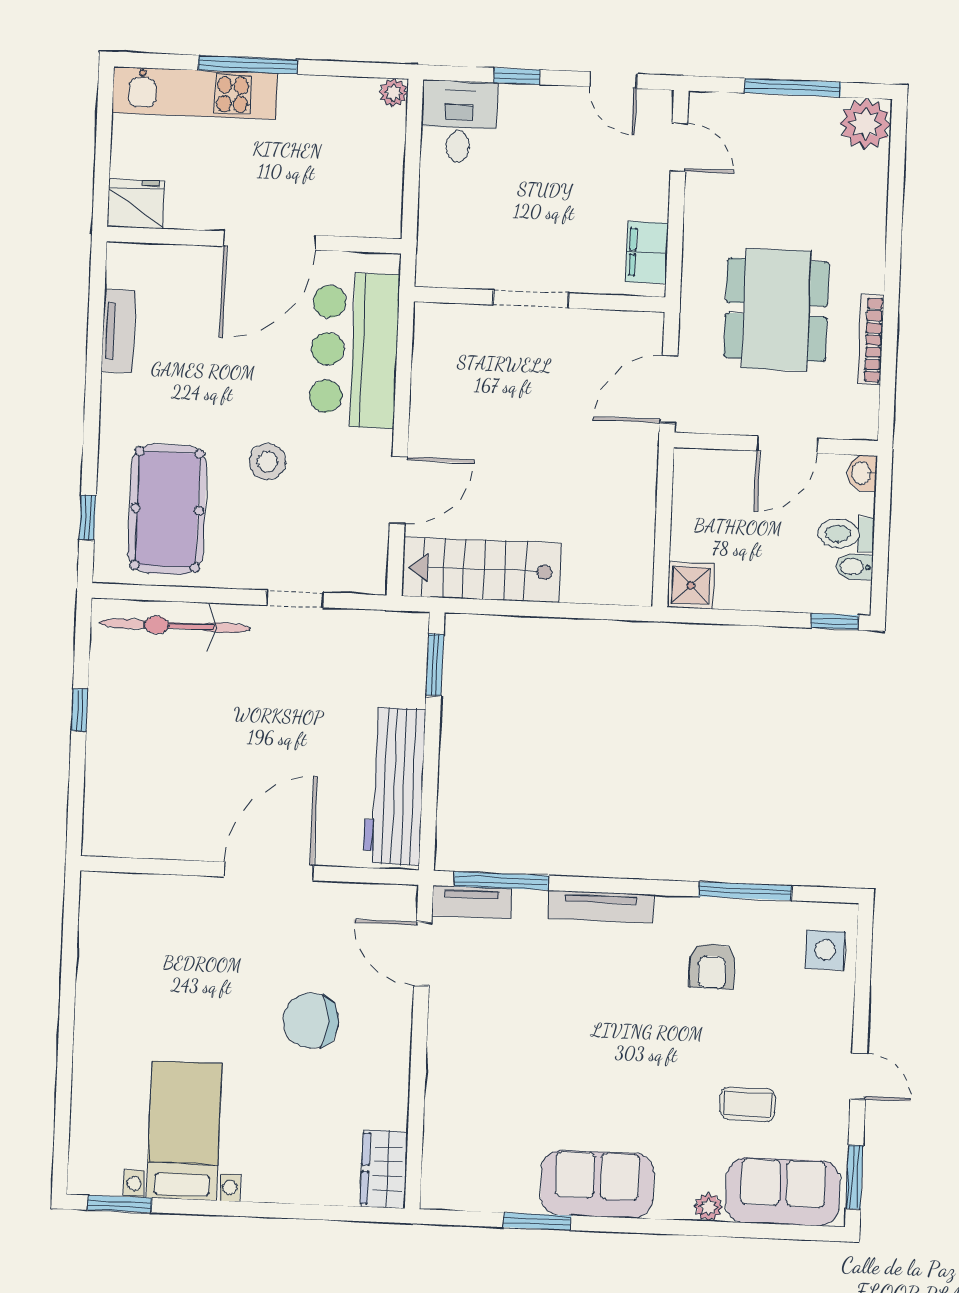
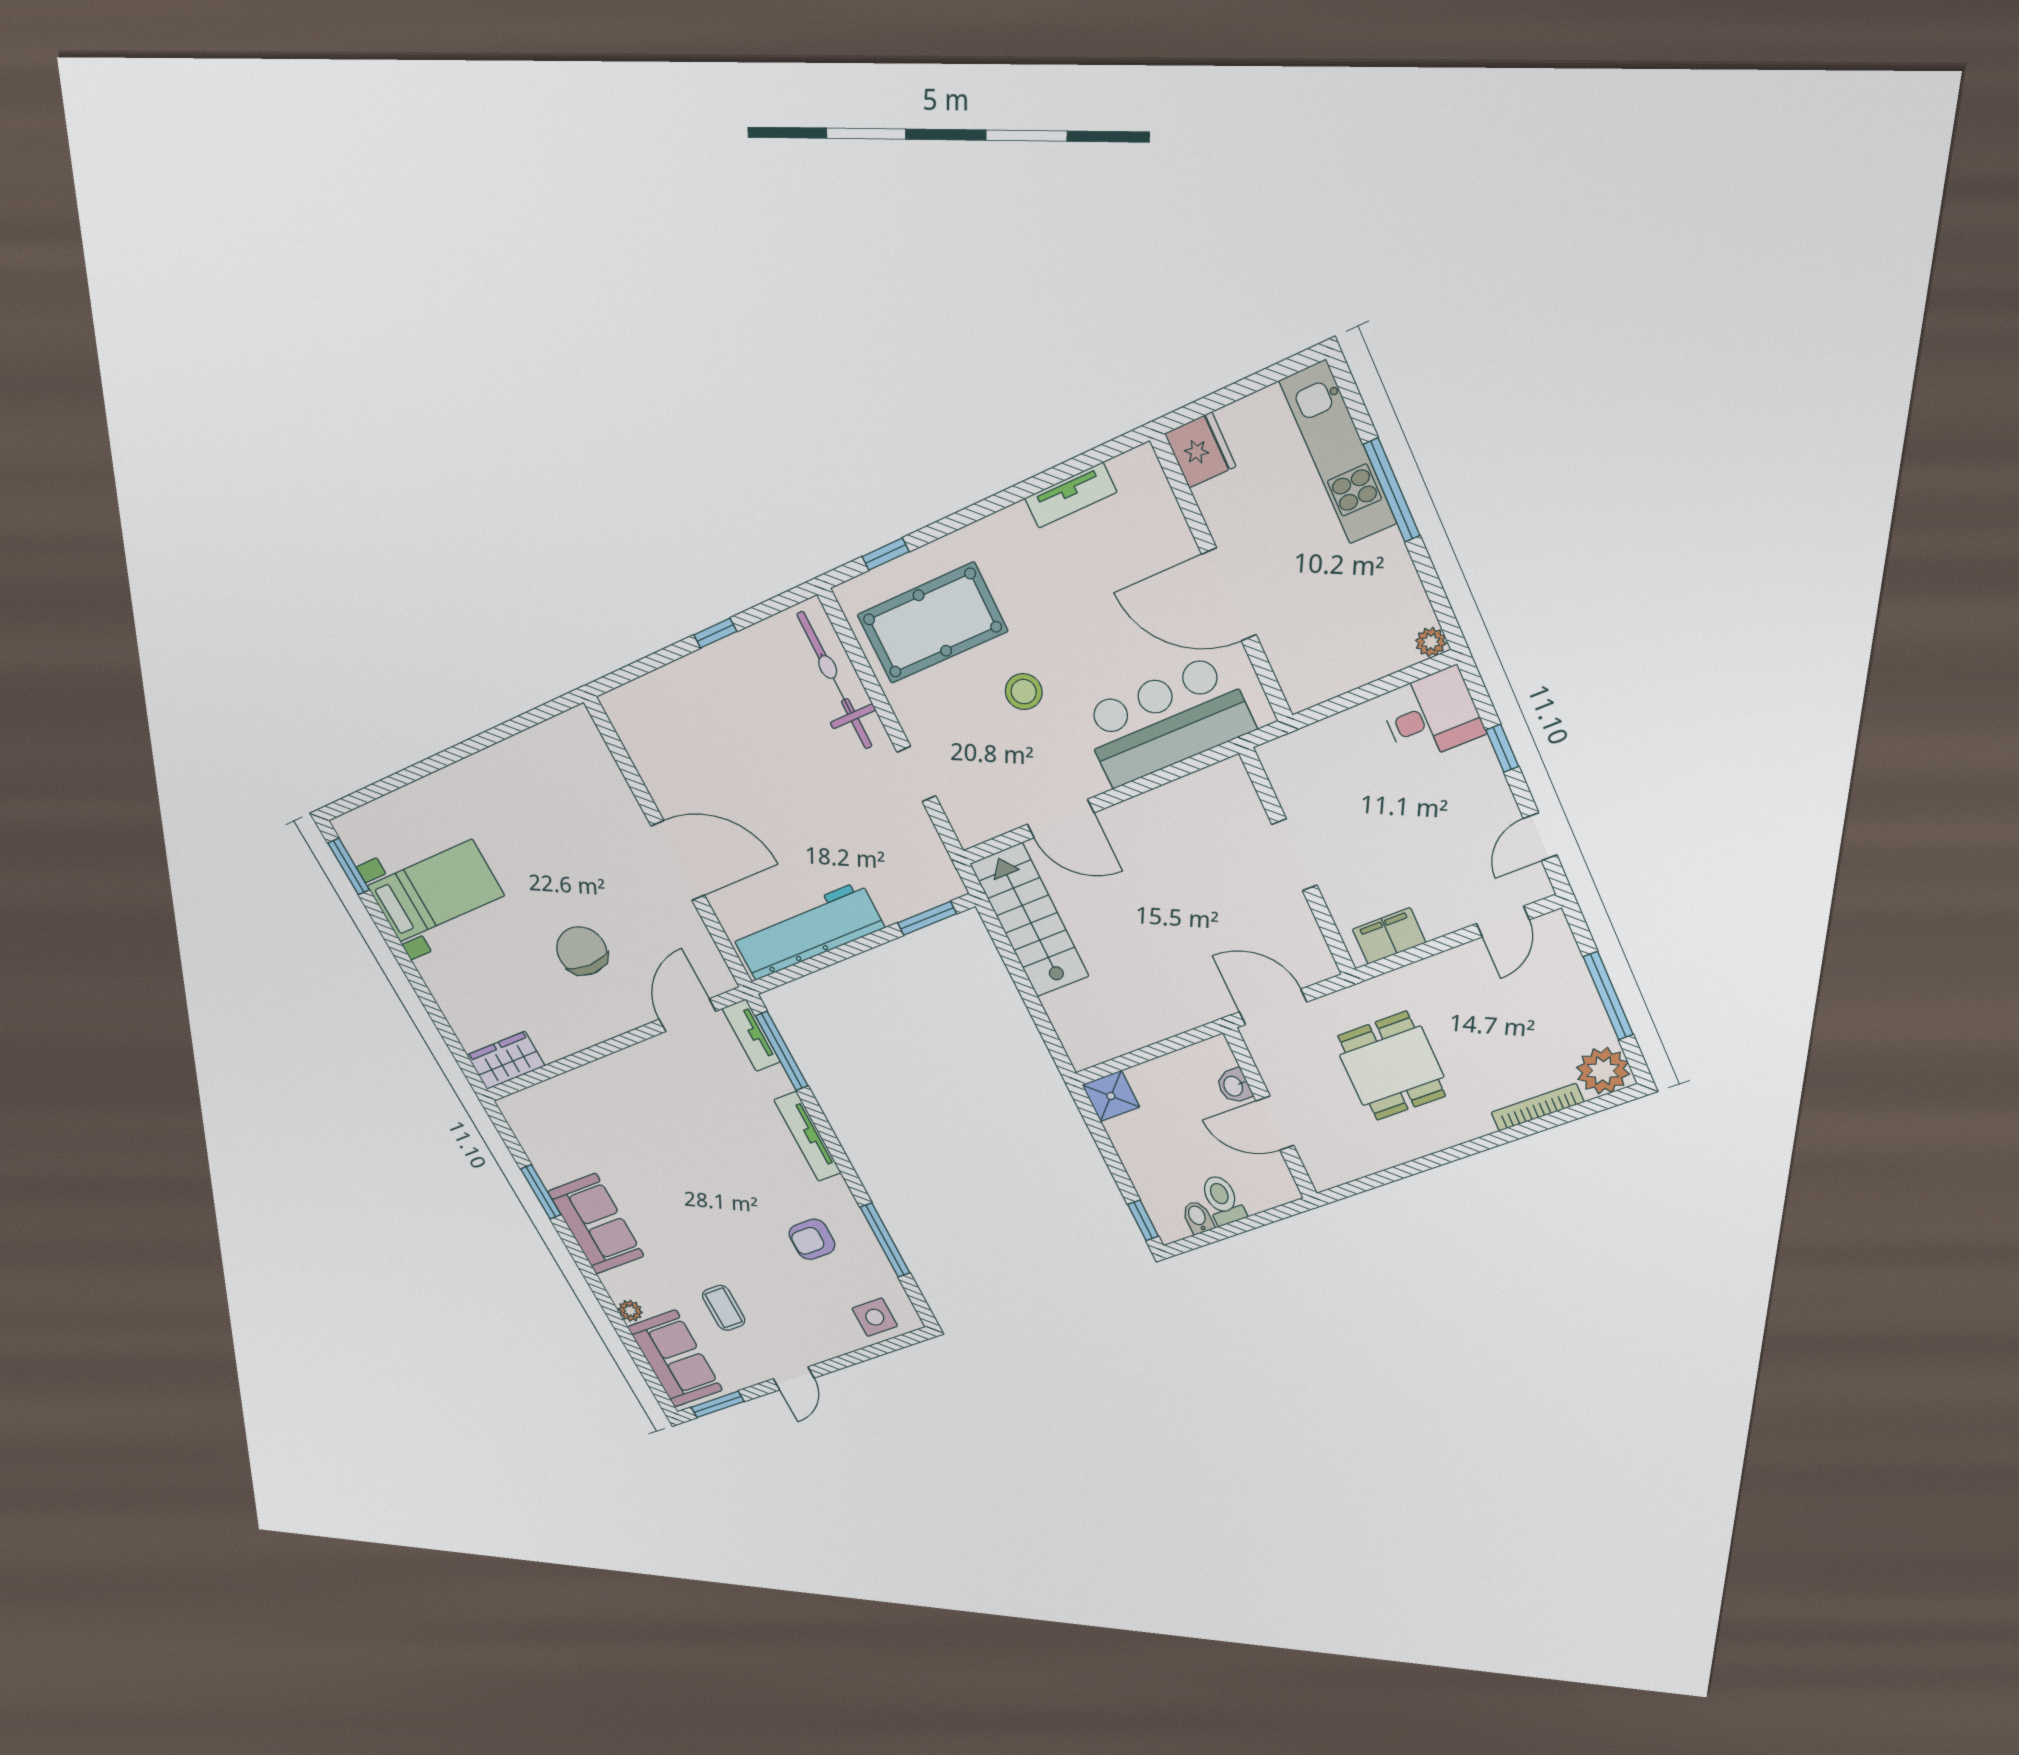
dining table: (776, 310) -> (1392, 1066), width x0.73
bookcase: (871, 340) -> (1537, 1107), moved
washbasin: (862, 473) -> (1234, 1086), moved, turned -90

